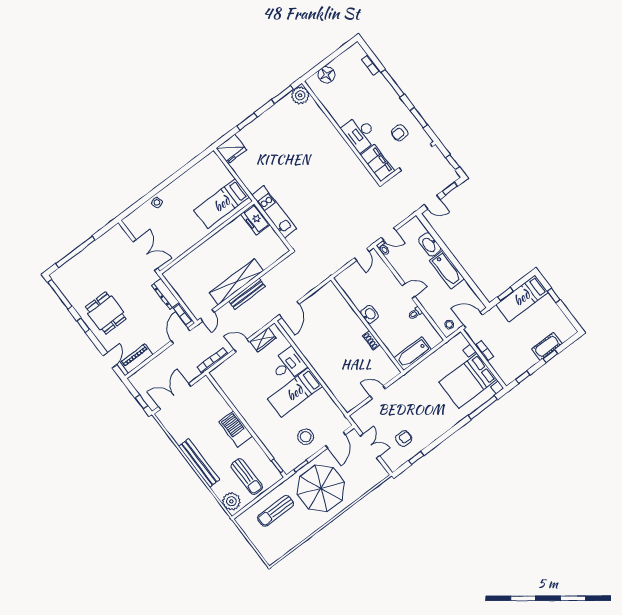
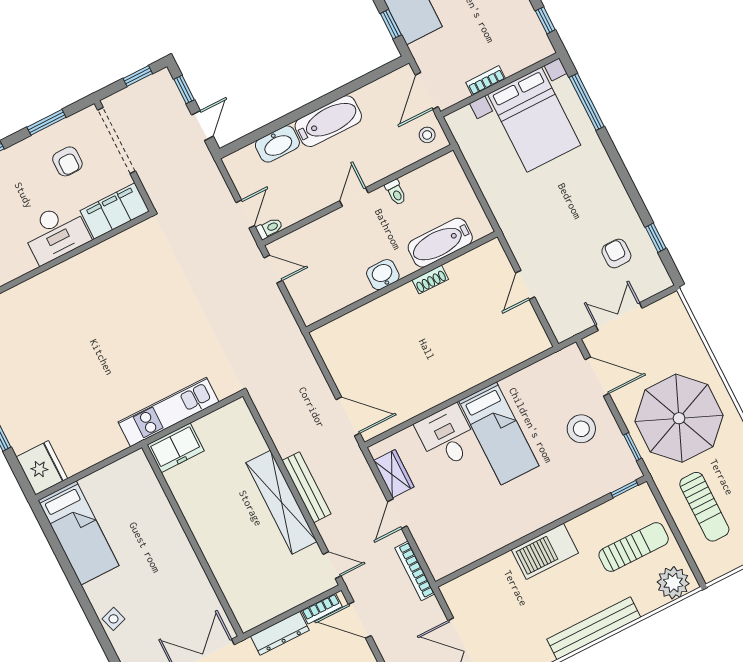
bed: (222, 204) -> (78, 533), moved
bathtub: (413, 354) -> (440, 243), moved, turned 90

